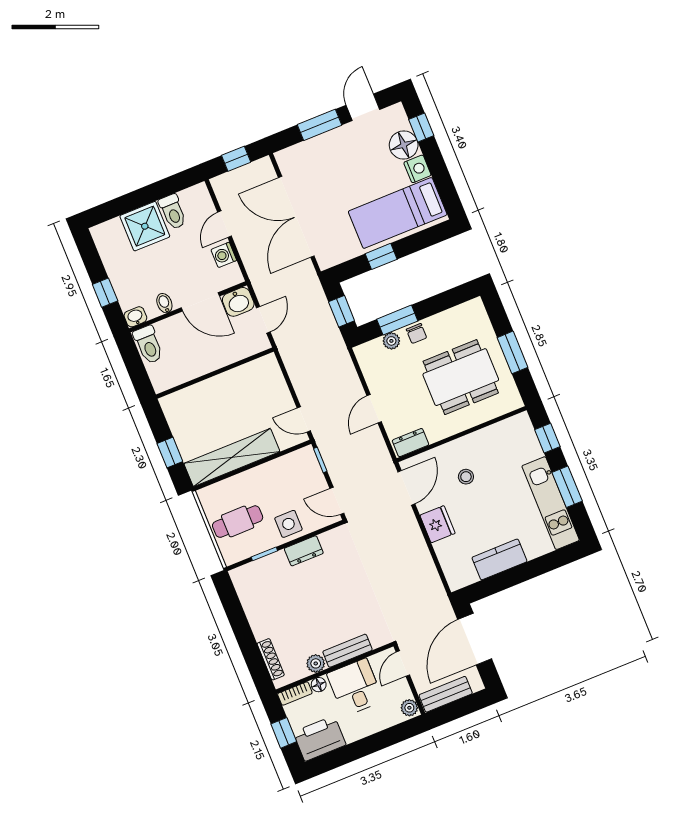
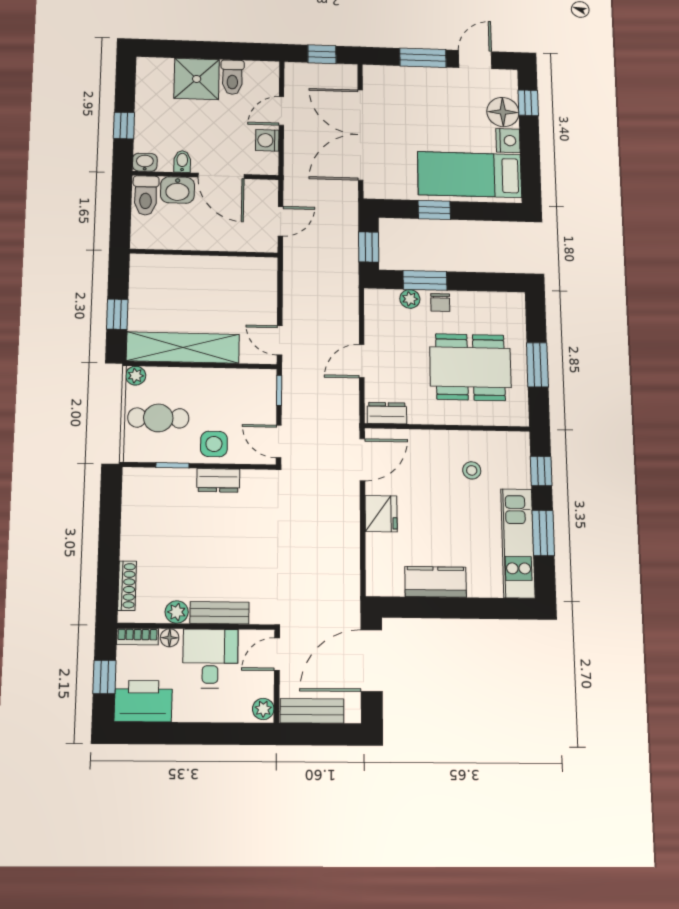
washbasin: (238, 302) -> (177, 190), moved
stool: (466, 477) -> (472, 470), moved
plant: (206, 496) -> (136, 376), added

